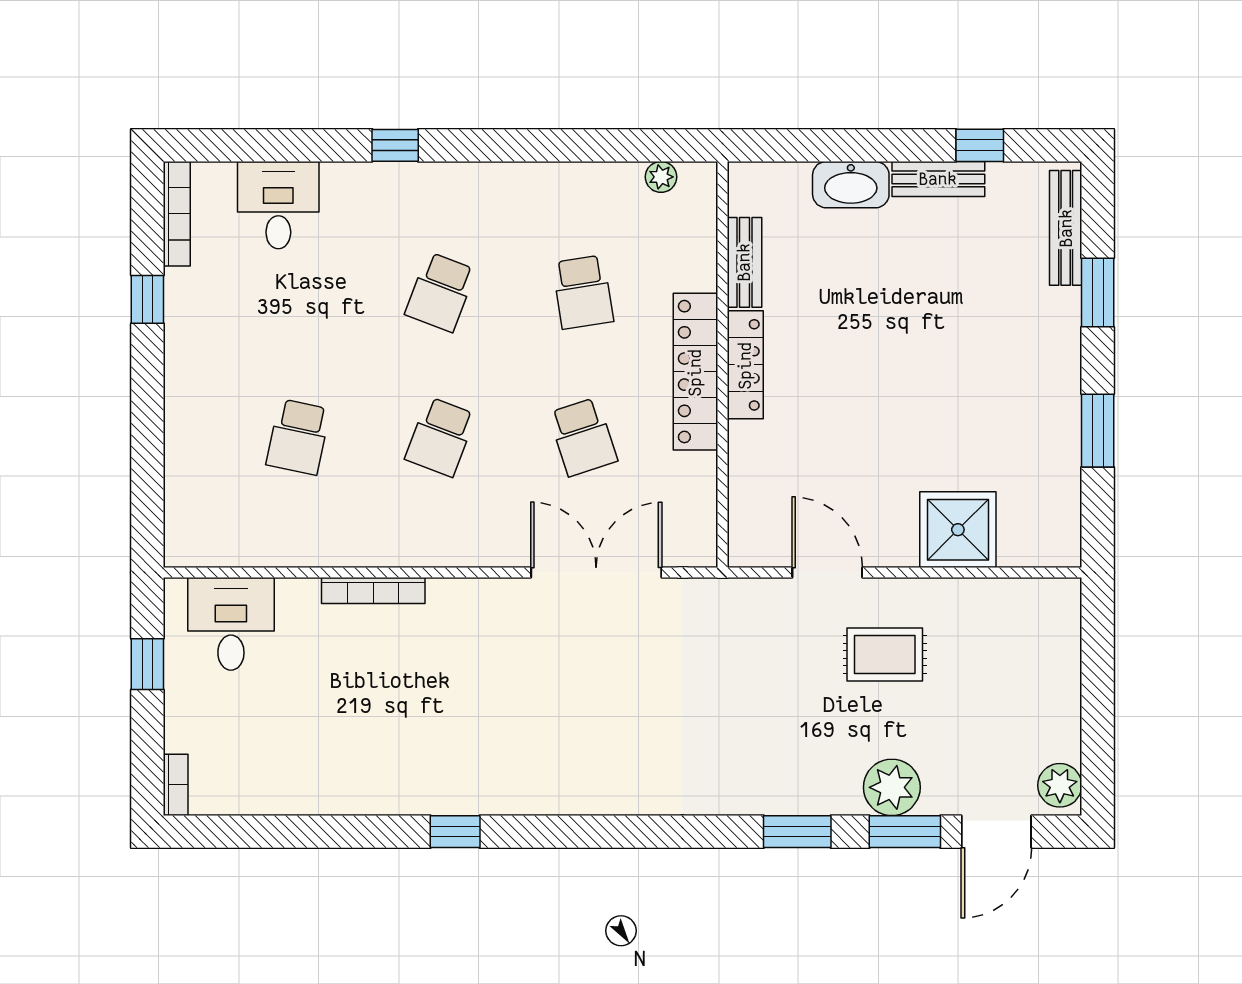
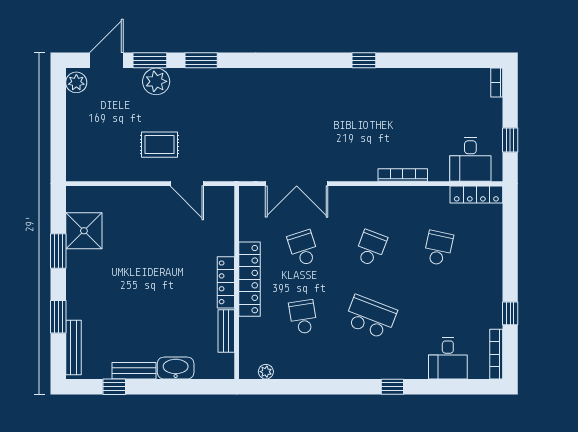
school desk: (441, 292) -> (371, 317), width x1.85
shower: (958, 530) -> (84, 231), moved
locker: (218, 549) -> (476, 195), added

